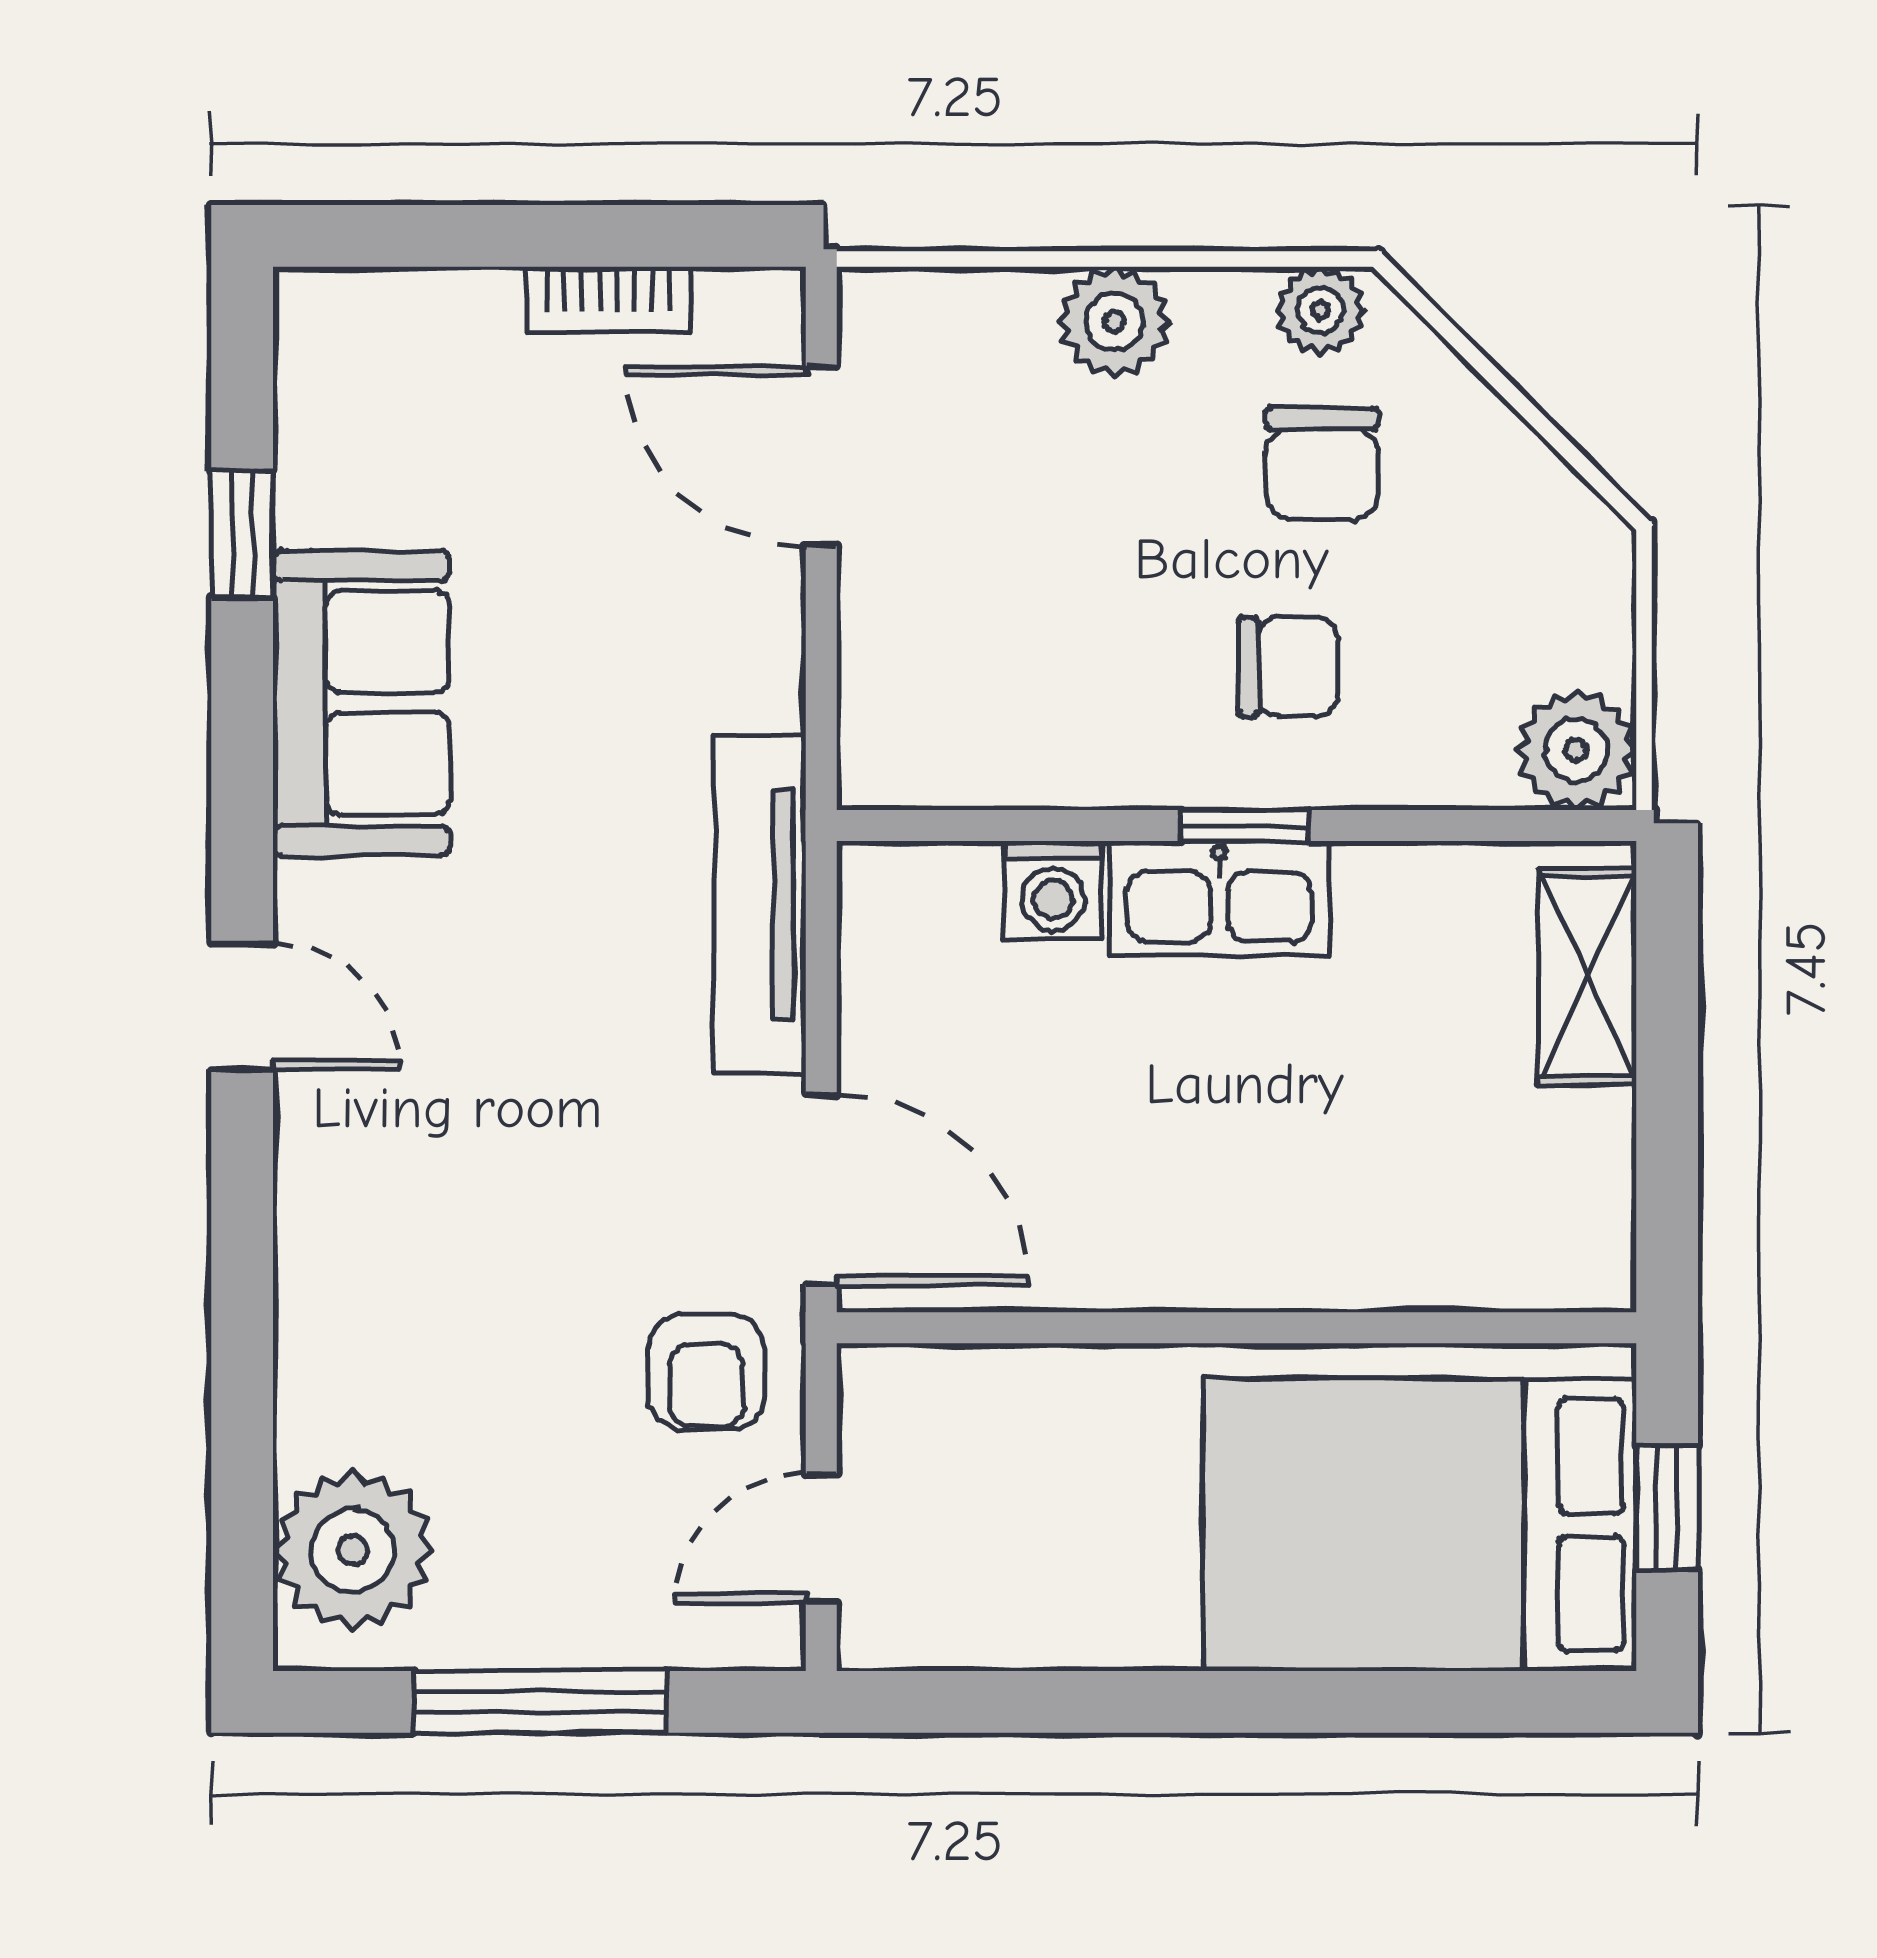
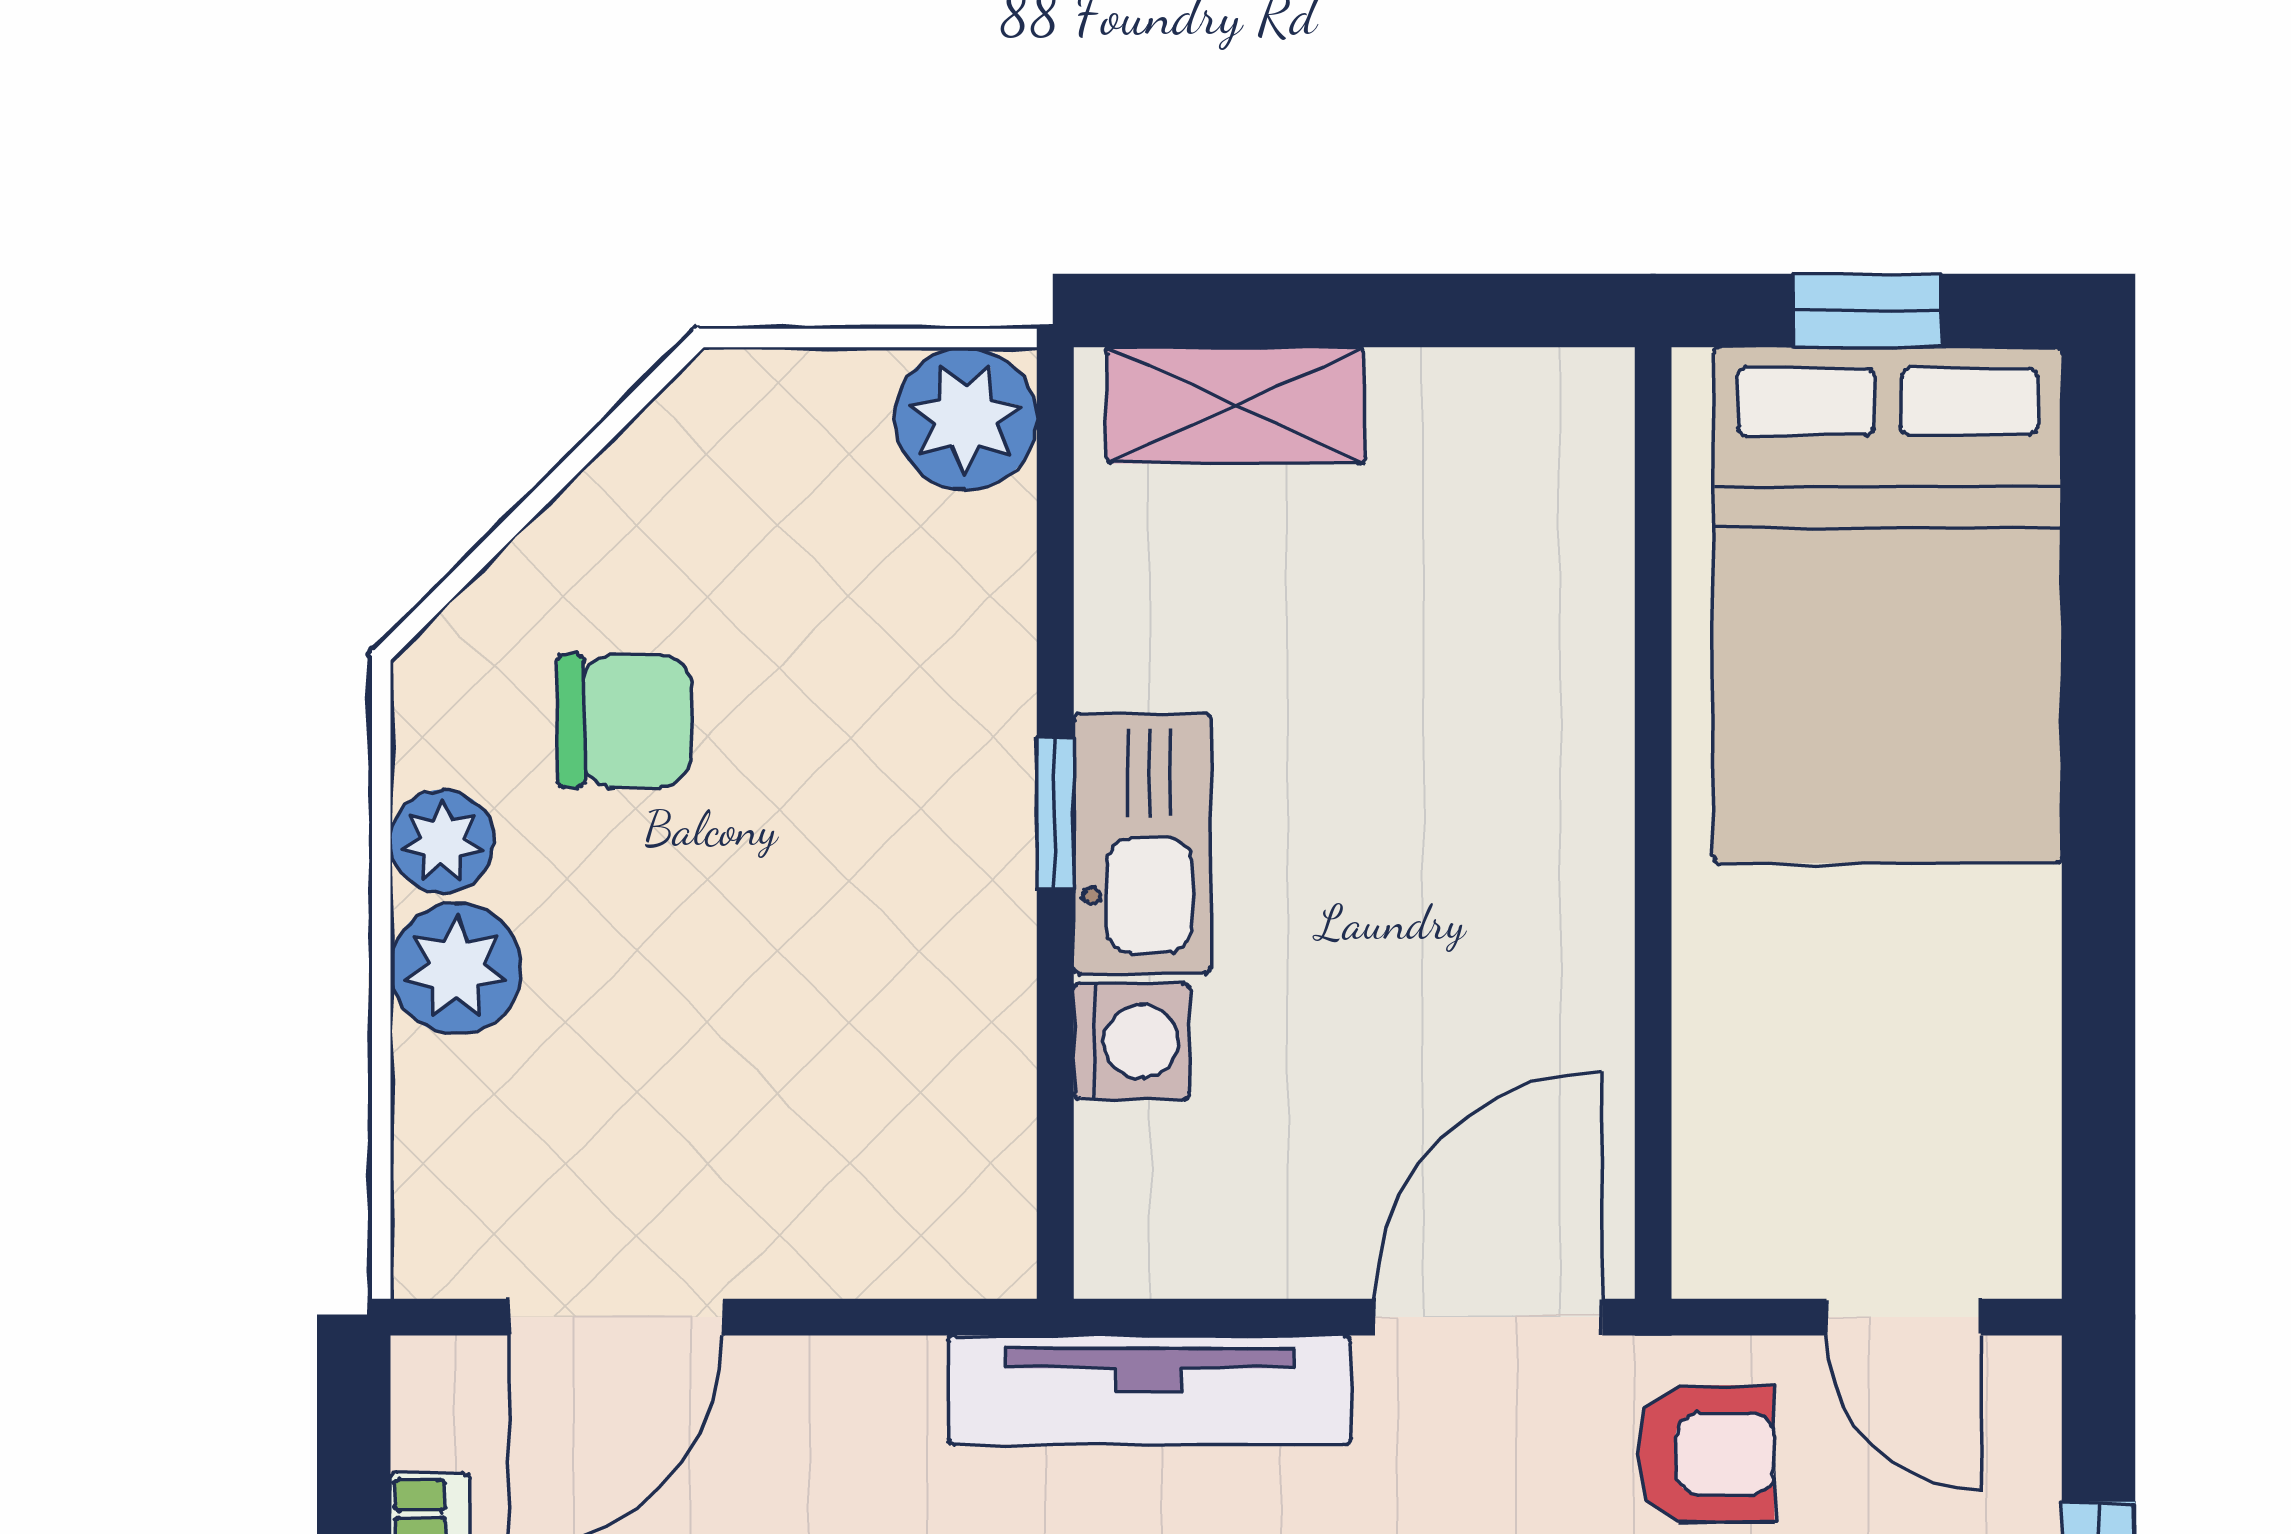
plant: (1321, 310) -> (442, 841), moved
chair: (1288, 667) -> (866, 762), removed

